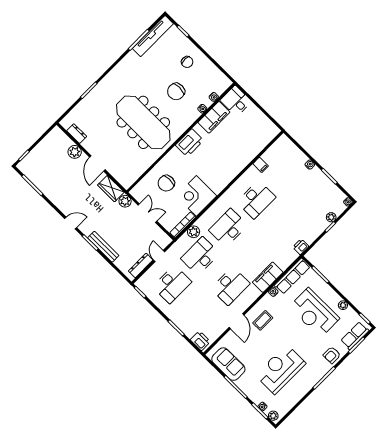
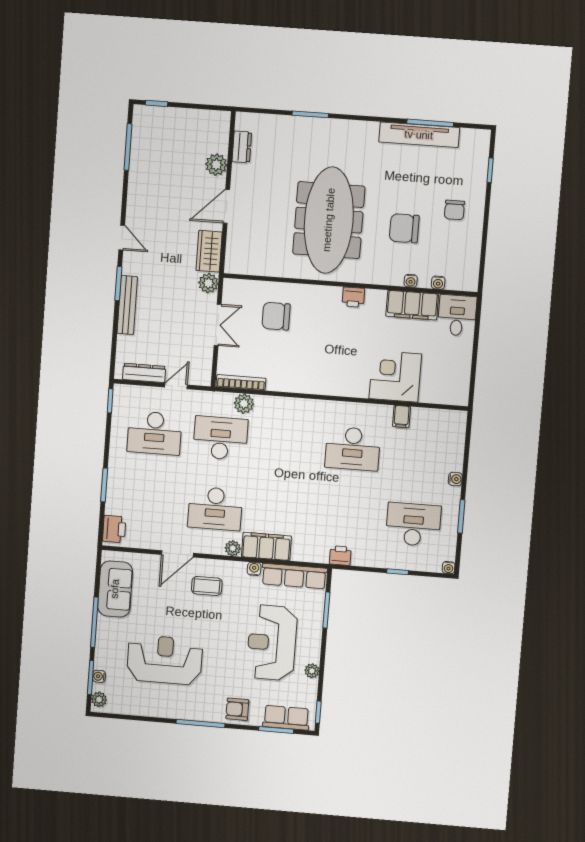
tv unit: (153, 36) -> (419, 135), moved
printer: (190, 143) -> (353, 297), width x0.53, depth x0.68
corner desk: (196, 196) -> (395, 376), moved
plant: (331, 217) -> (233, 548), moved
desk: (228, 228) -> (413, 524), moved

